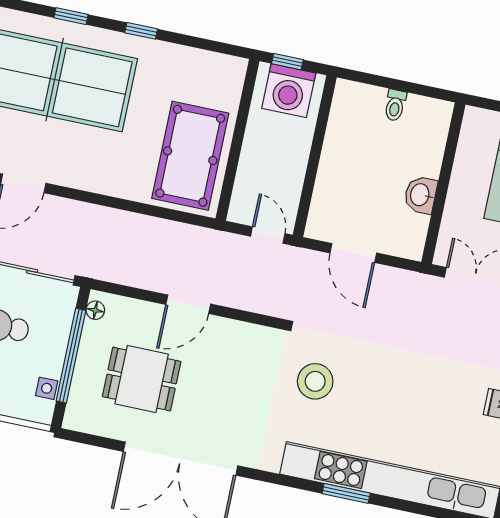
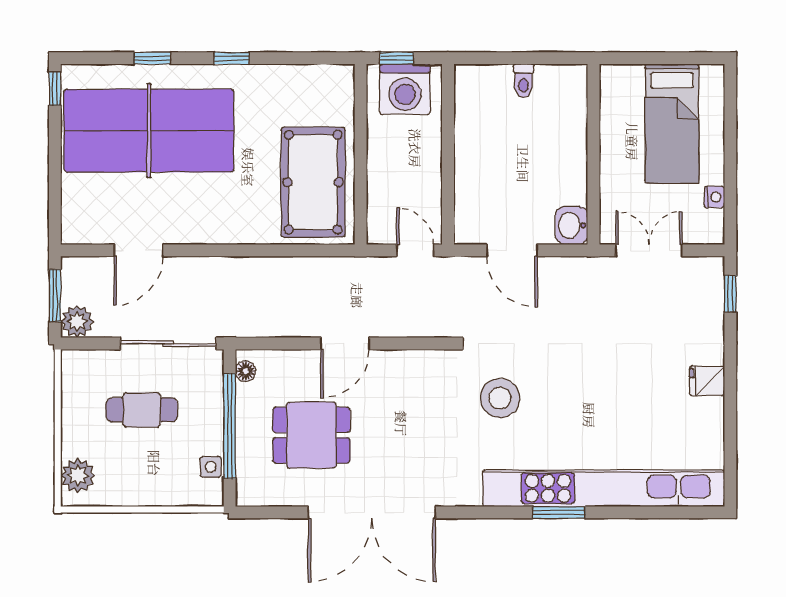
washbasin: (421, 195) -> (572, 225), moved

